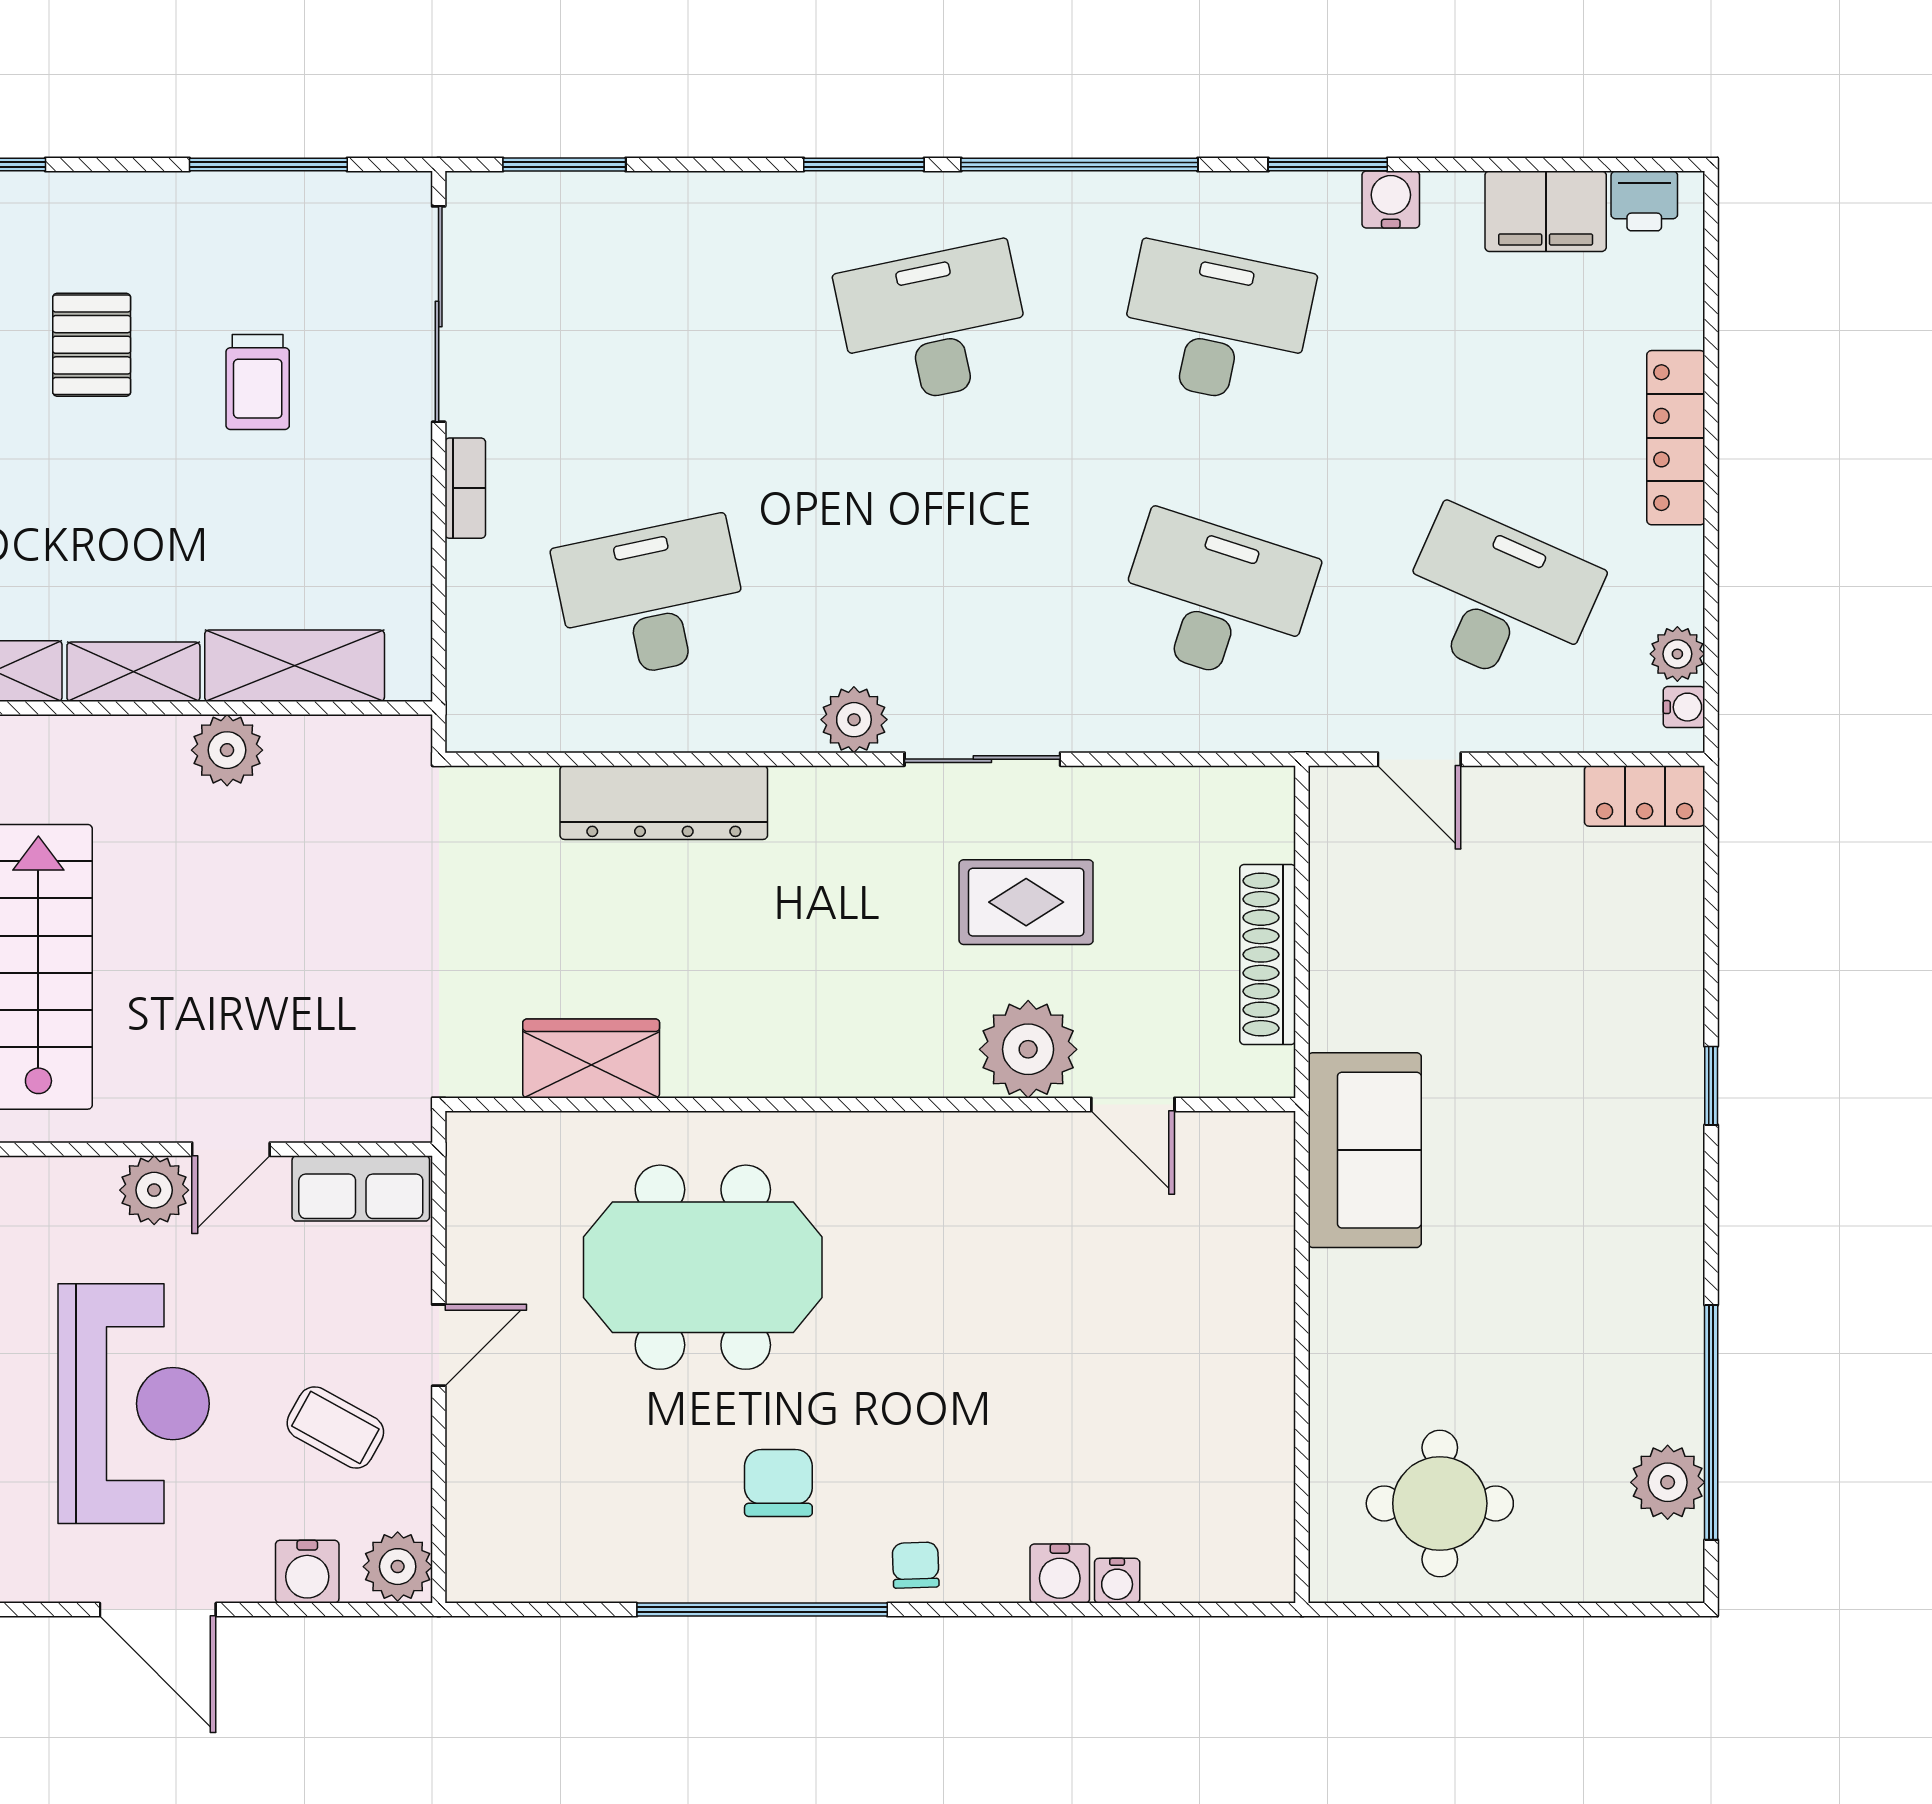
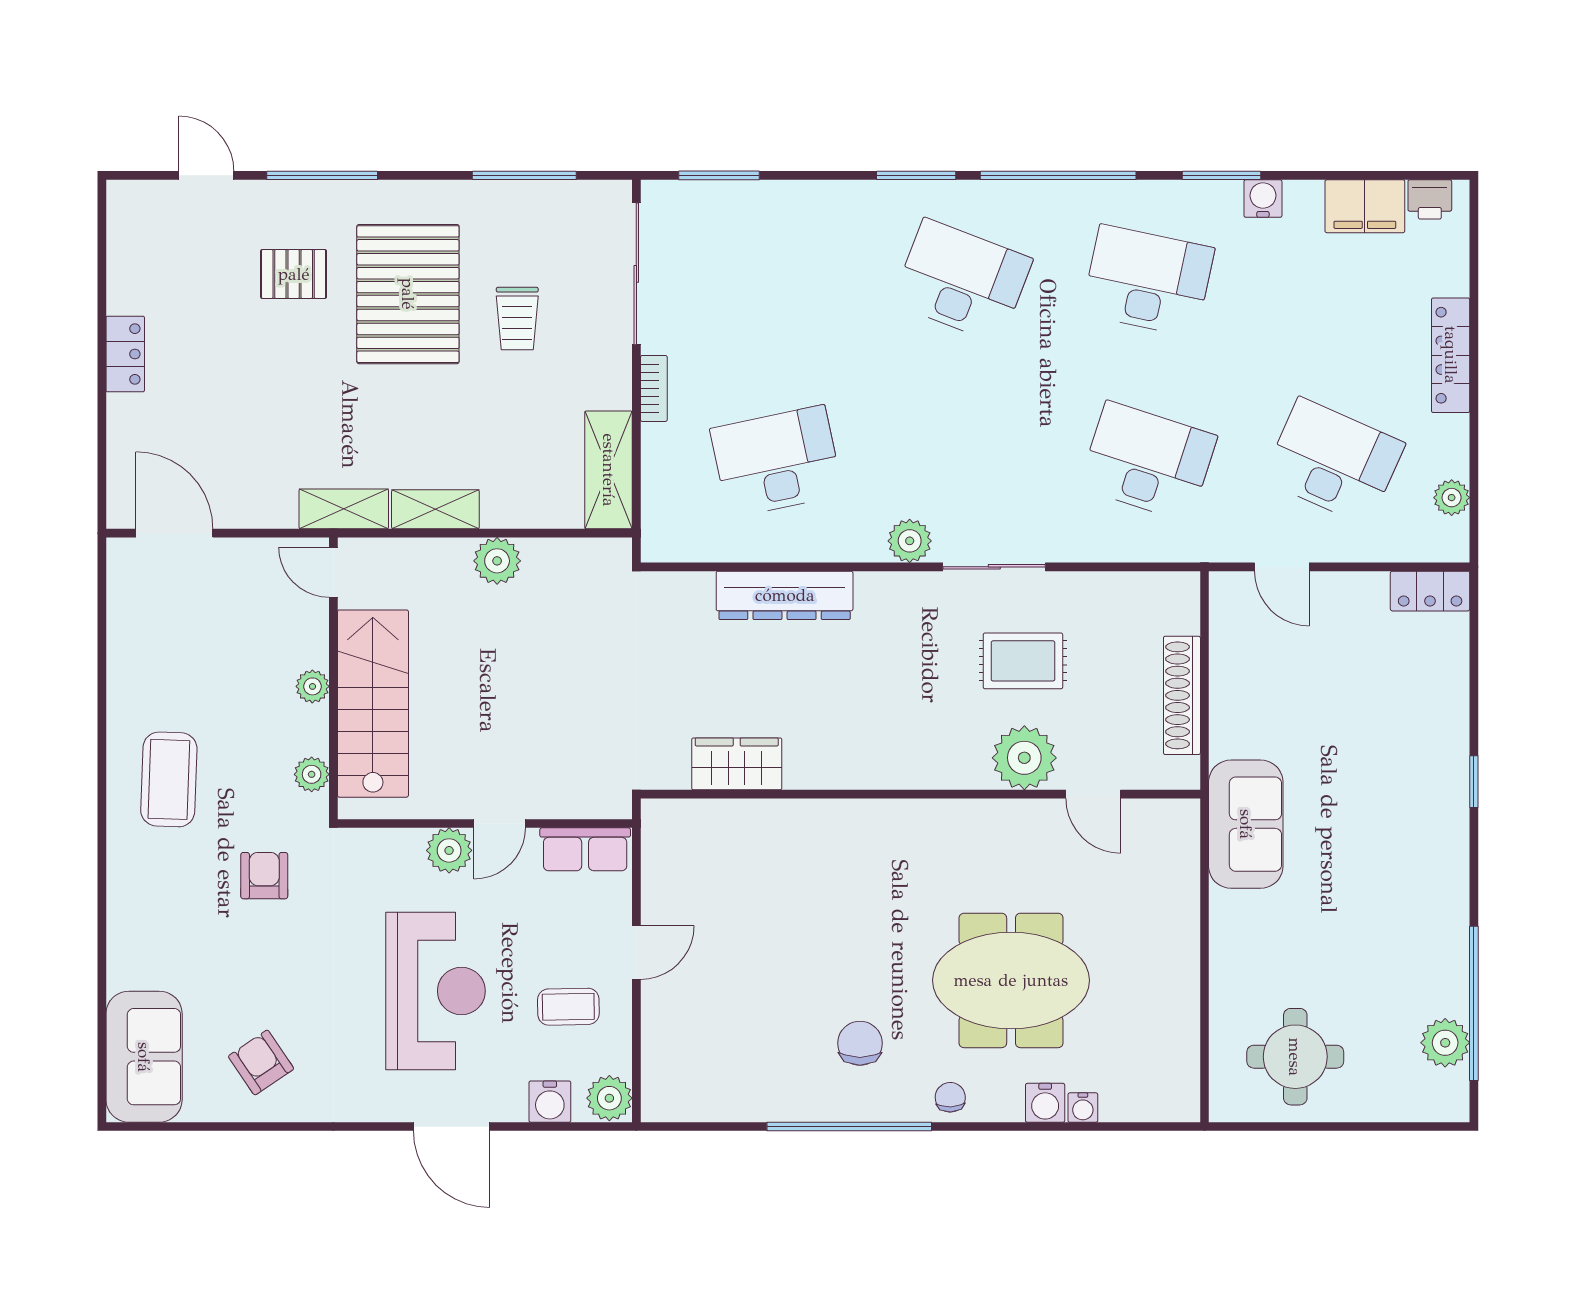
desk: (934, 325) -> (962, 281), turned 33
pallet: (92, 345) -> (408, 294), width x2.05, depth x2.00
shelving: (295, 666) -> (609, 470), moved, turned 90
water cooler: (1684, 707) -> (1456, 533), removed
meeting table: (703, 1267) -> (1011, 980), moved
coffee table: (335, 1428) -> (568, 1007), turned -30

